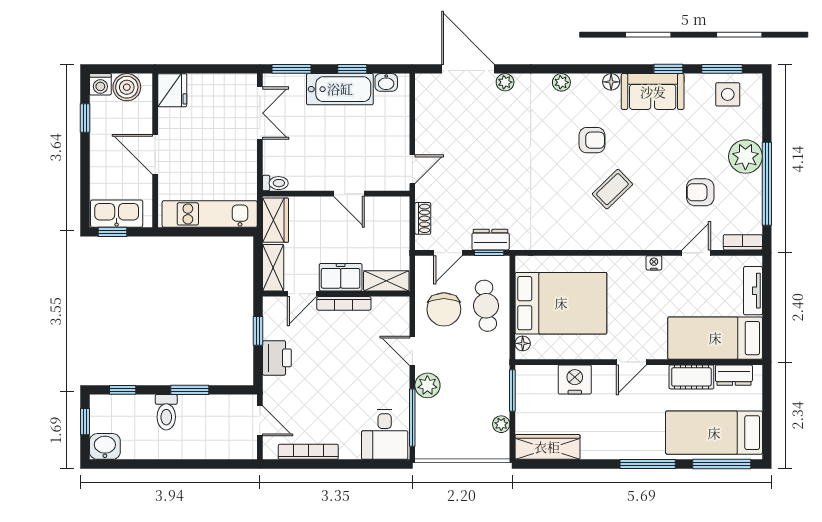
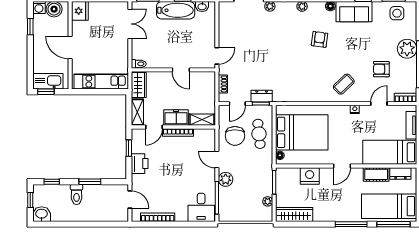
armchair: (592, 140) -> (319, 39), turned -82
coffee table: (612, 189) -> (344, 84), moved

